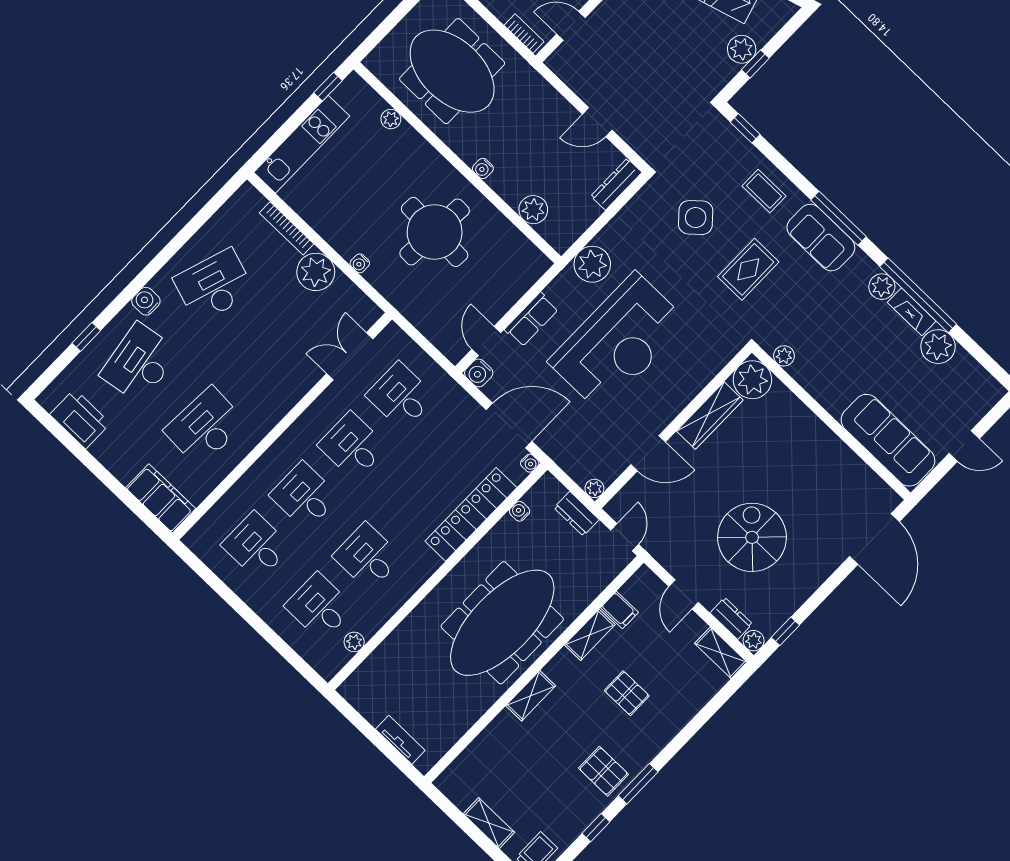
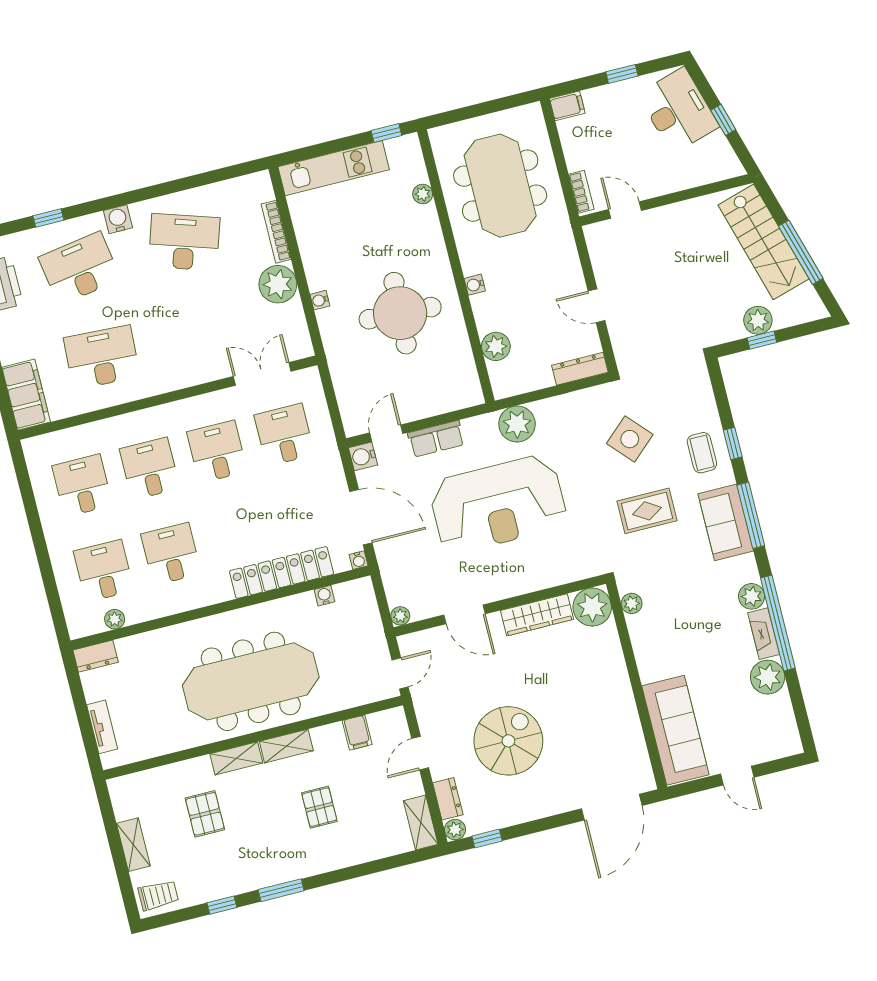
window: (745, 128) -> (733, 443), moved
dresser: (577, 514) -> (96, 656), moved, turned -90
shelving: (590, 635) -> (286, 746), moved
pallet: (604, 771) -> (205, 814), moved

